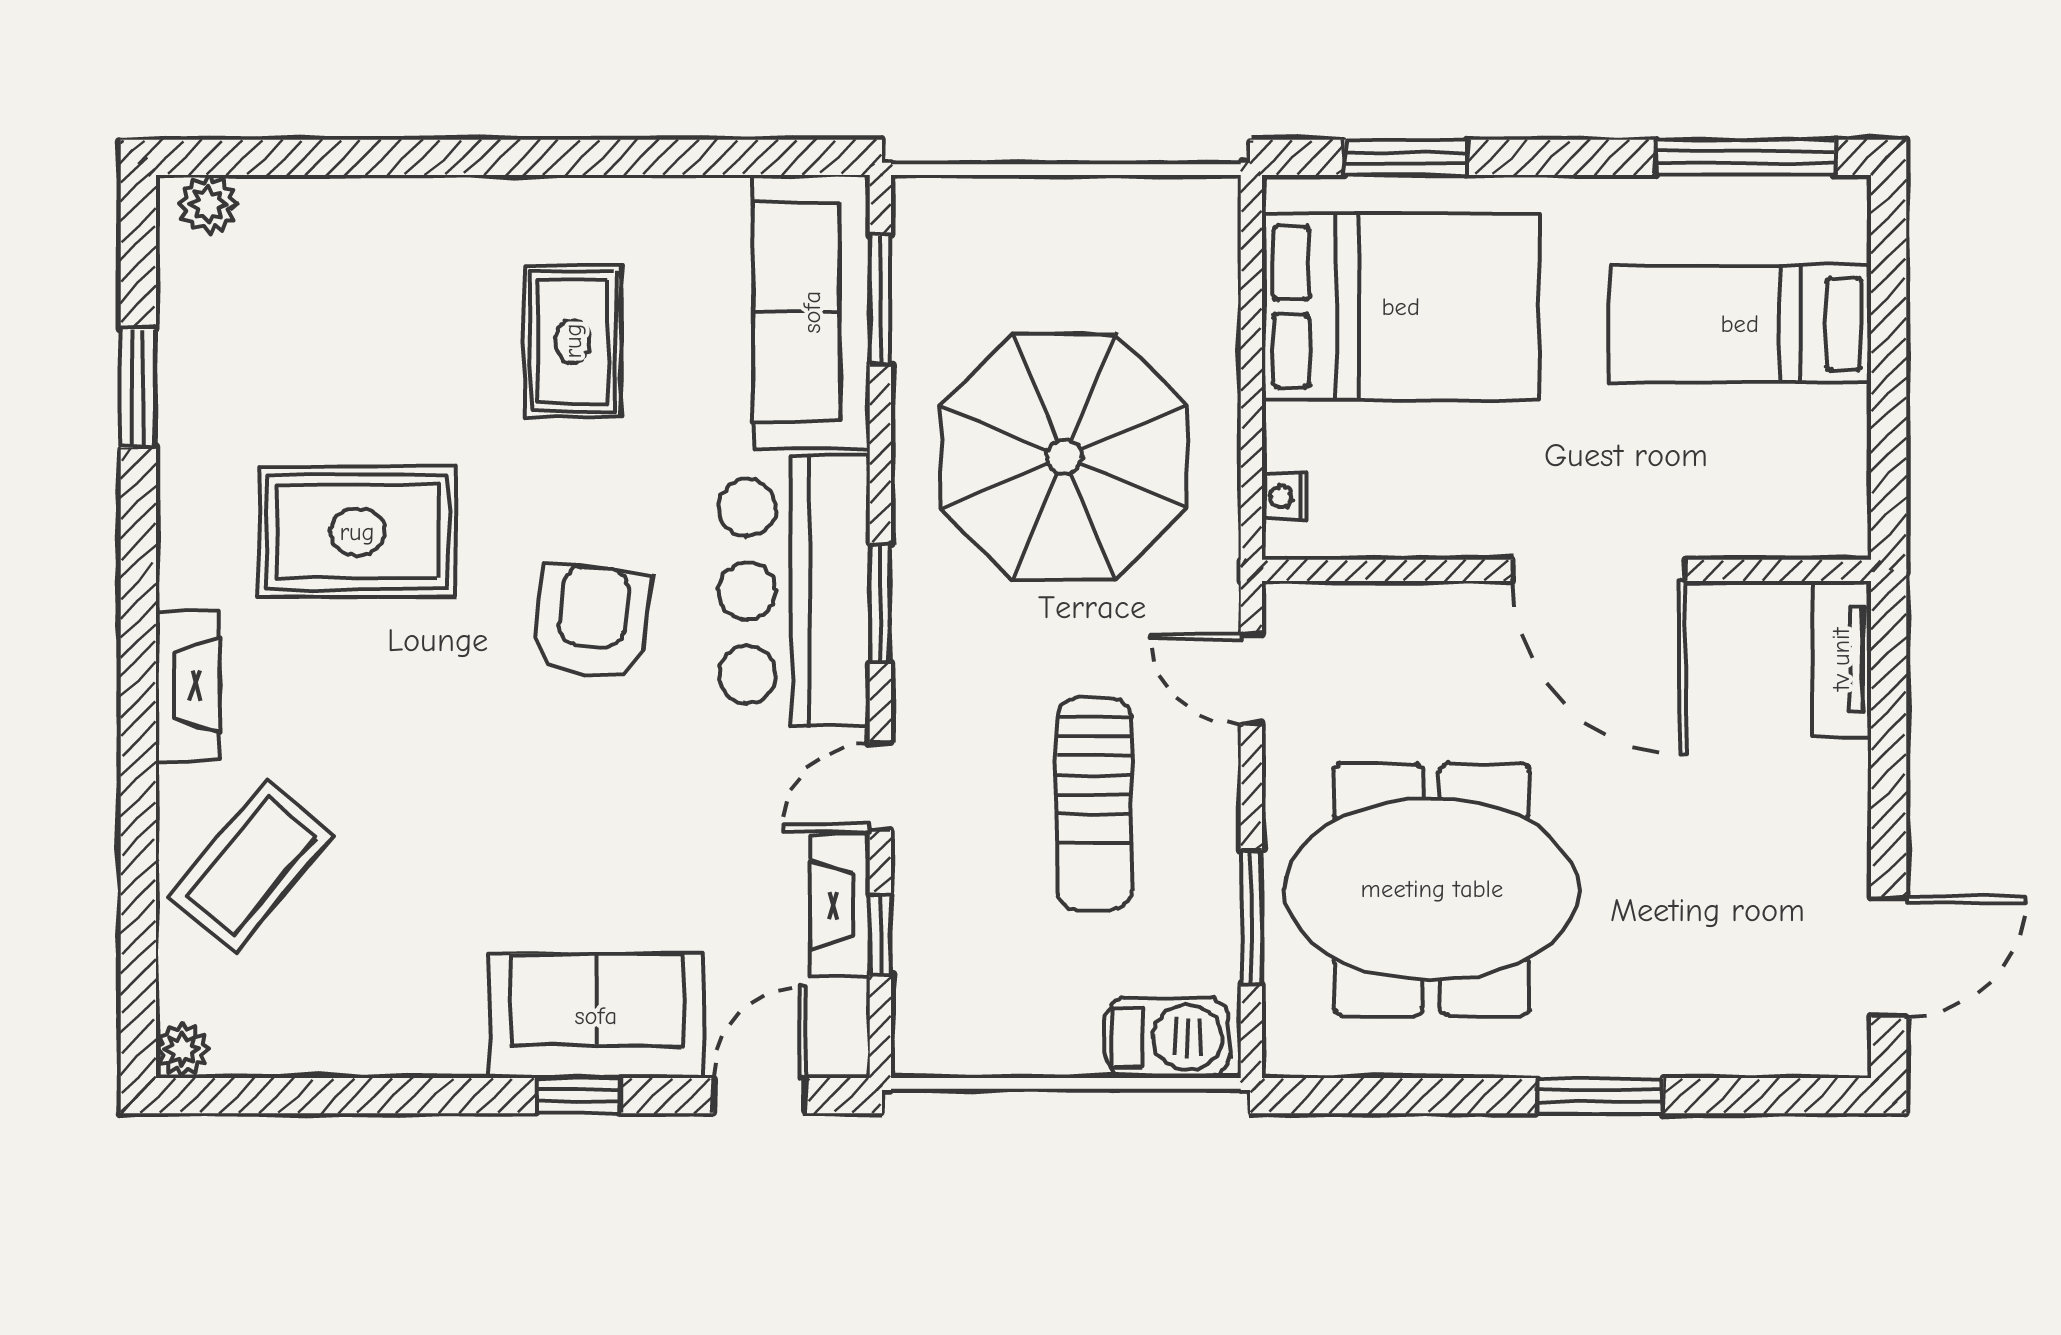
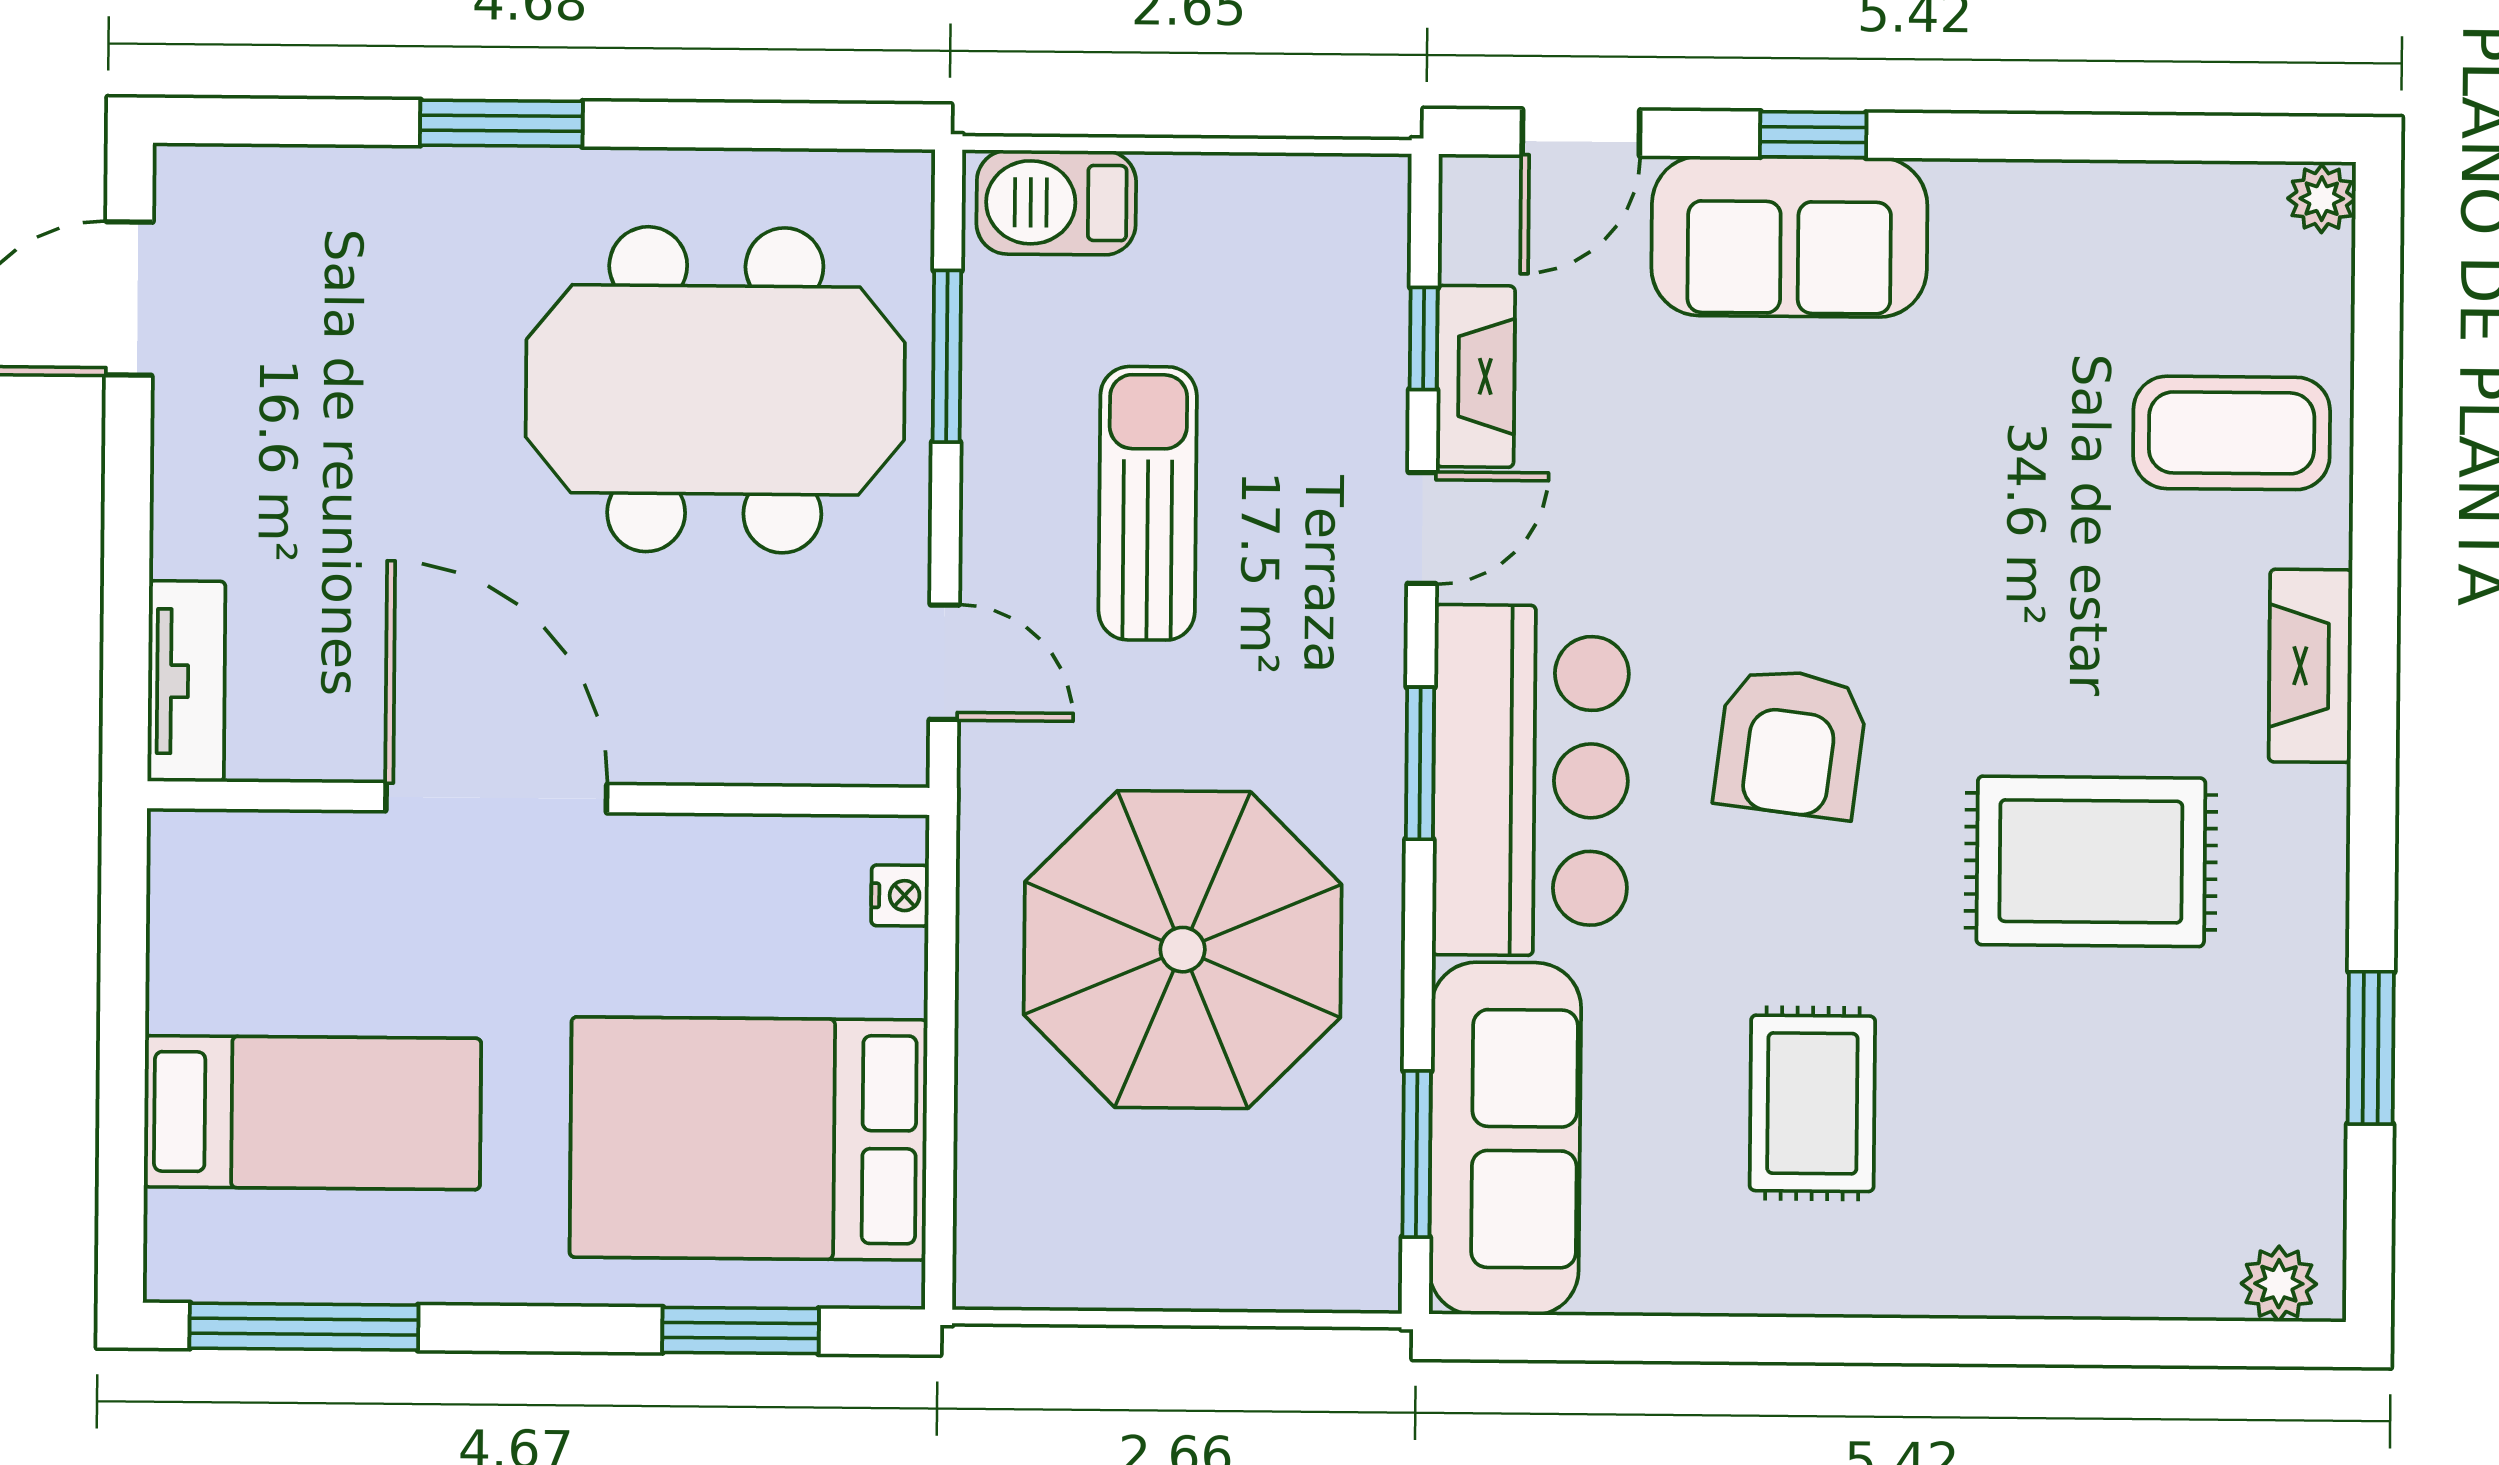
coffee table: (251, 866) -> (2232, 433), turned 50

